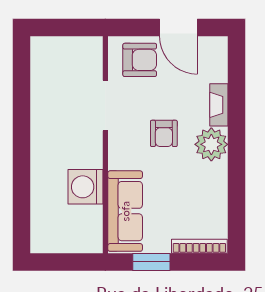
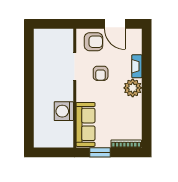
armchair: (164, 133) -> (101, 73), moved

